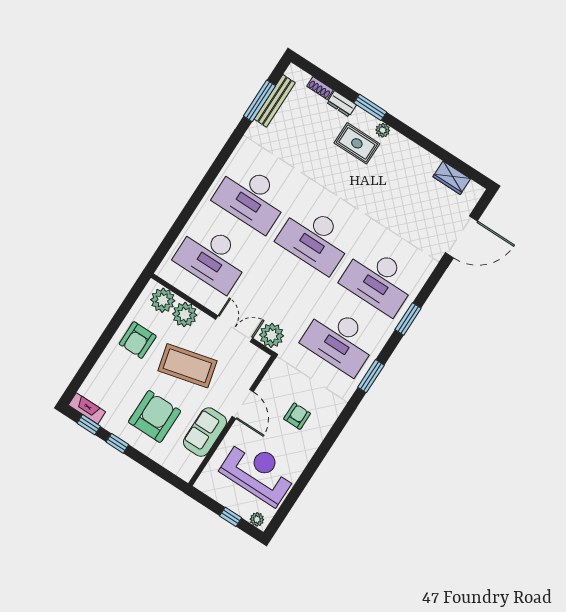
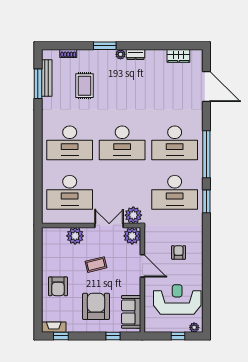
dresser: (342, 104) -> (135, 54), moved
rug: (357, 143) -> (84, 86), moved, turned 90
door: (461, 237) -> (206, 87), hinge flipped
plant: (163, 300) -> (132, 236), moved
window: (408, 319) -> (206, 154), width x2.11
armchair: (138, 340) -> (58, 286), moved
coffee table: (187, 366) -> (96, 265), width x0.54, depth x0.58
sofa: (205, 432) -> (131, 312), moved
window: (117, 443) -> (113, 336), moved

